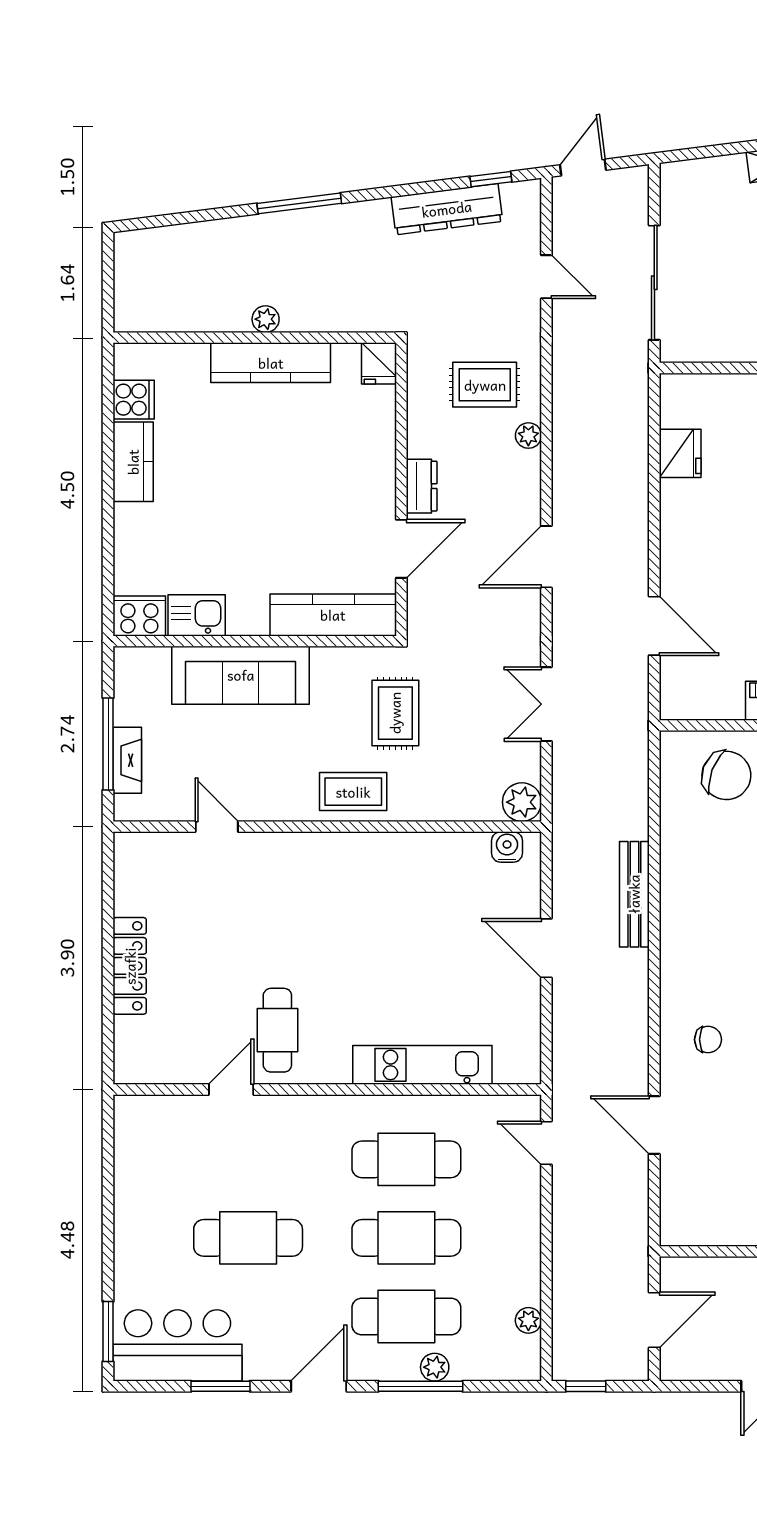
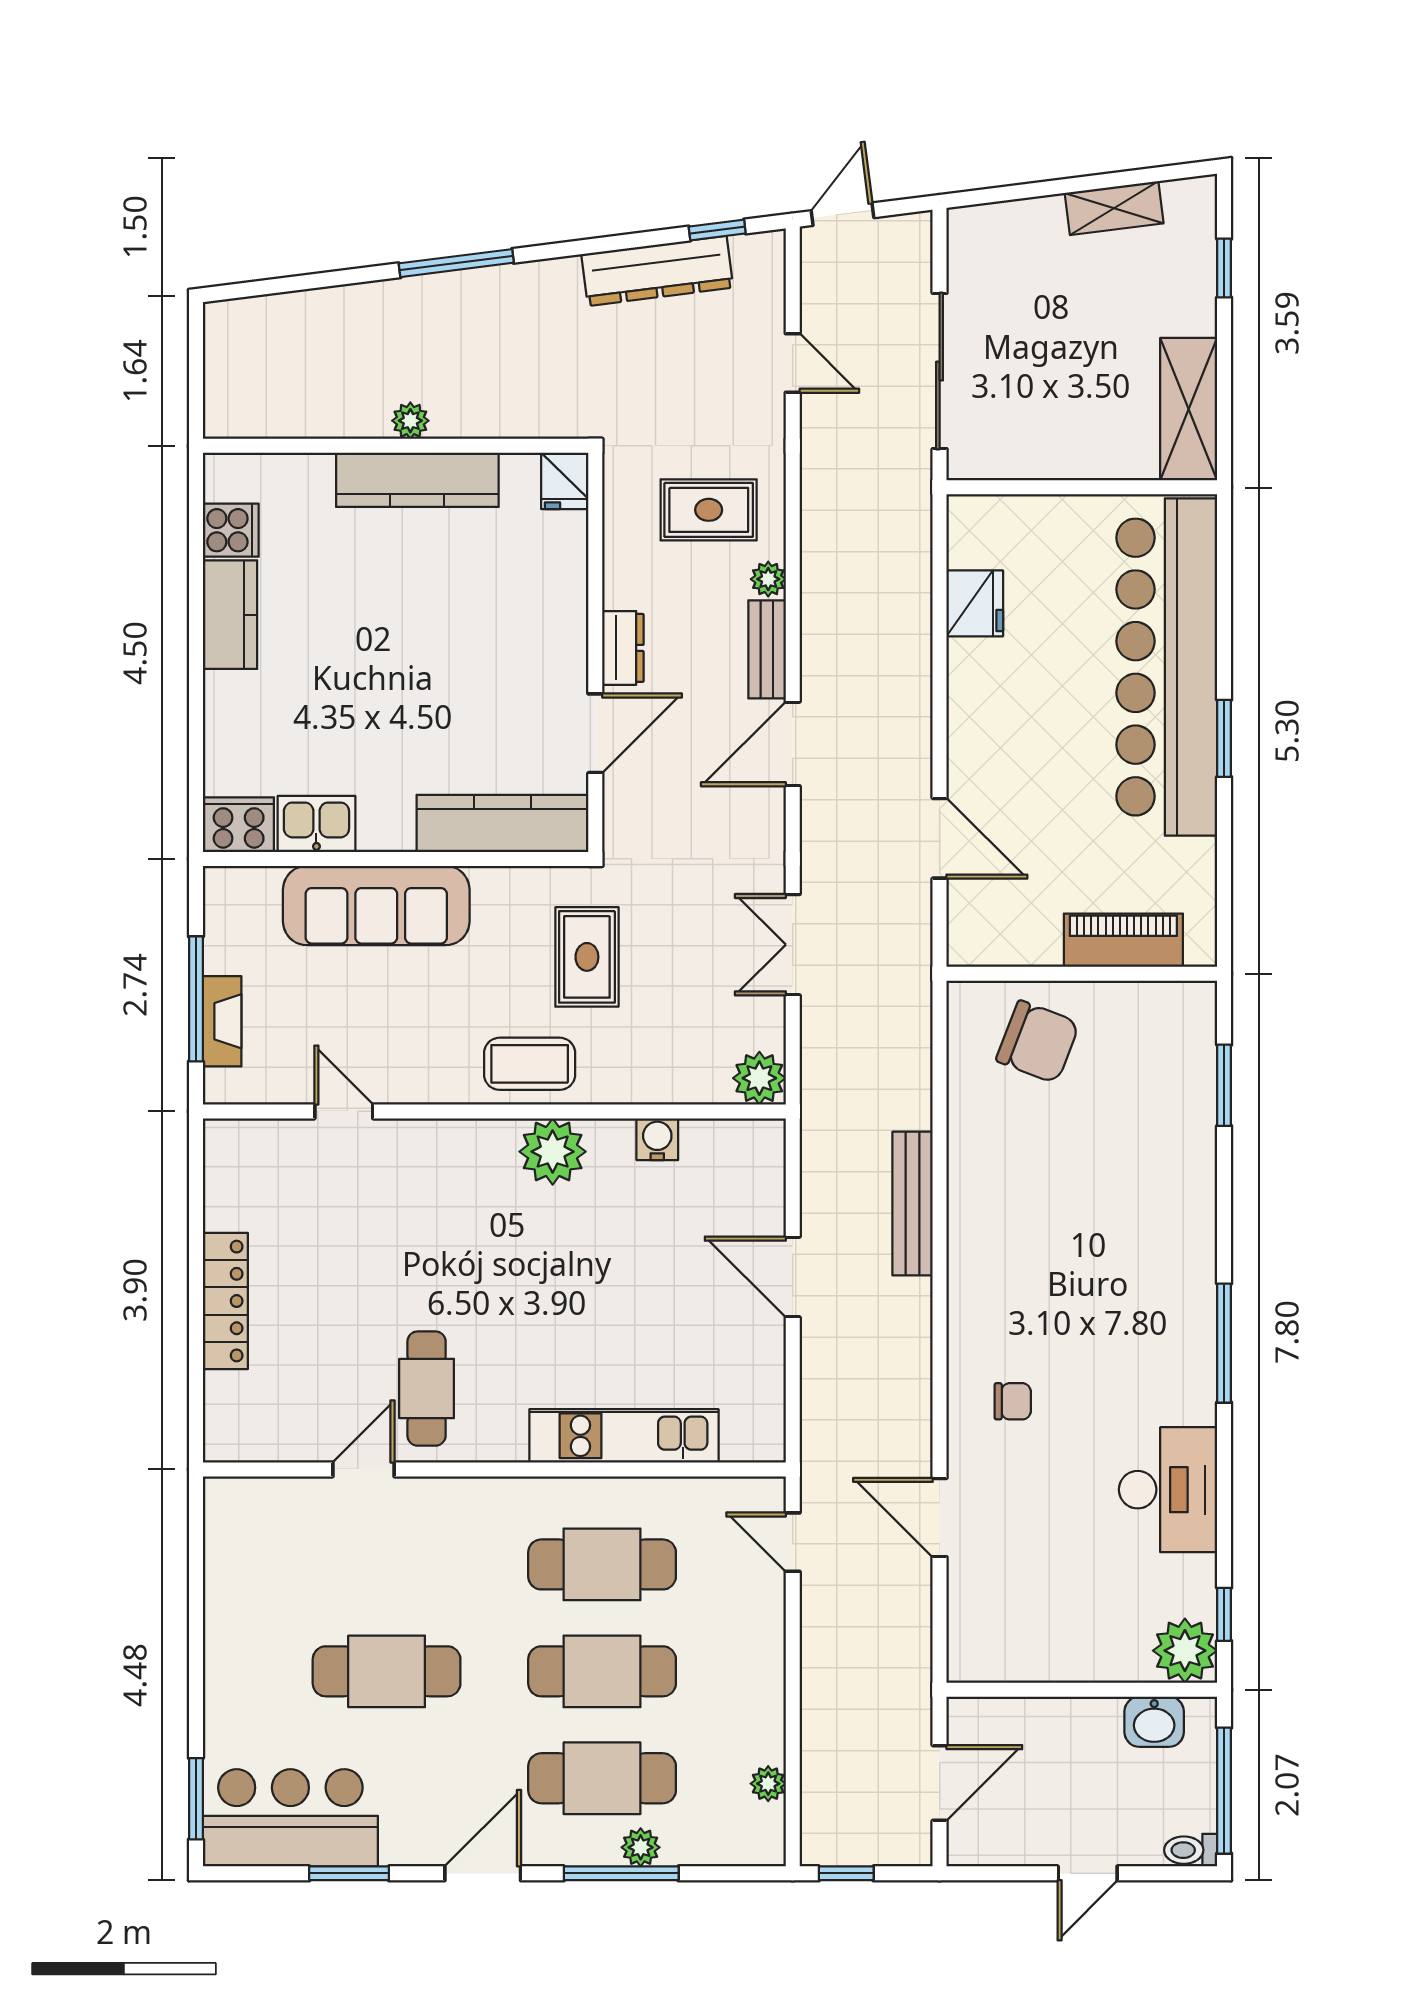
bench: (528, 487) -> (767, 649), added
water cooler: (507, 847) -> (657, 1139), moved
plant: (370, 856) -> (553, 1152), added

